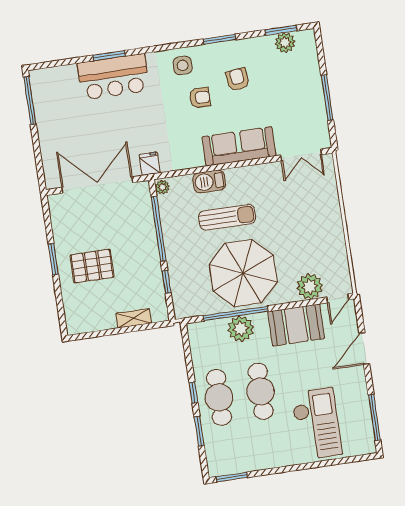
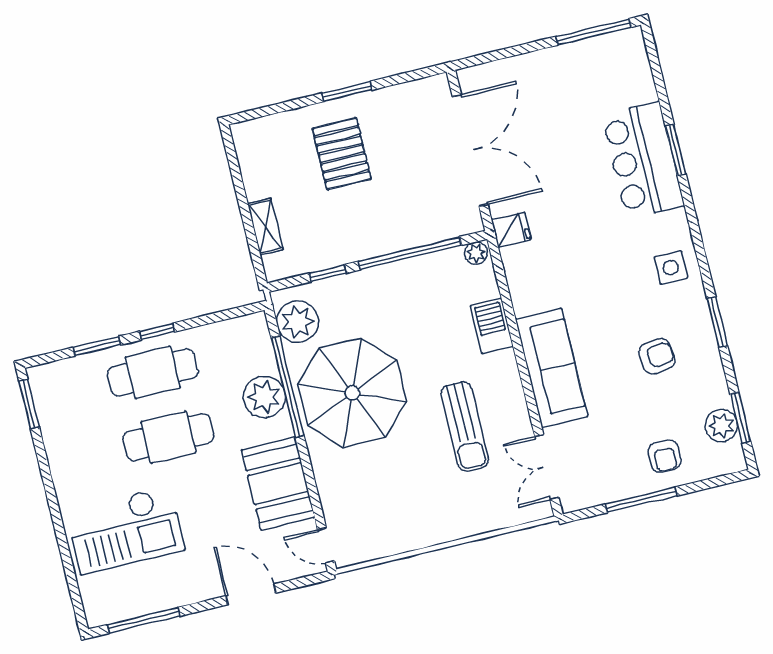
armchair: (200, 98) -> (665, 456), moved
sun lounger: (227, 217) -> (465, 427), moved
plant: (310, 287) -> (297, 322), moved

